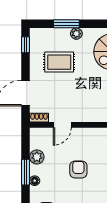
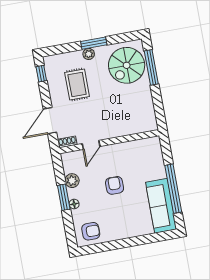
window: (66, 24) -> (94, 43), moved
rug: (59, 62) -> (77, 85), turned 90

